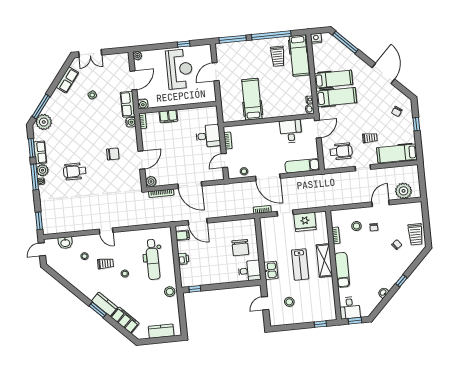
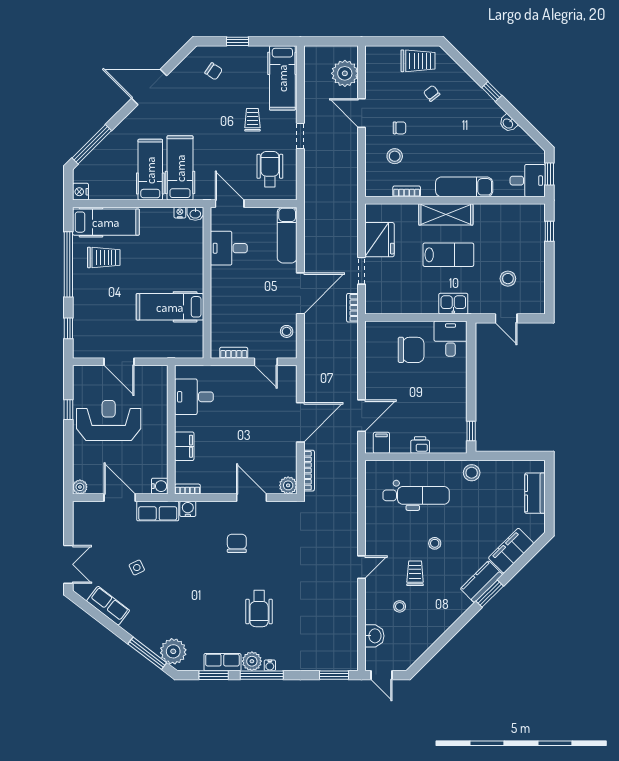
window: (233, 39) -> (68, 328), width x0.46
desk: (208, 136) -> (194, 397), moved, turned -90

